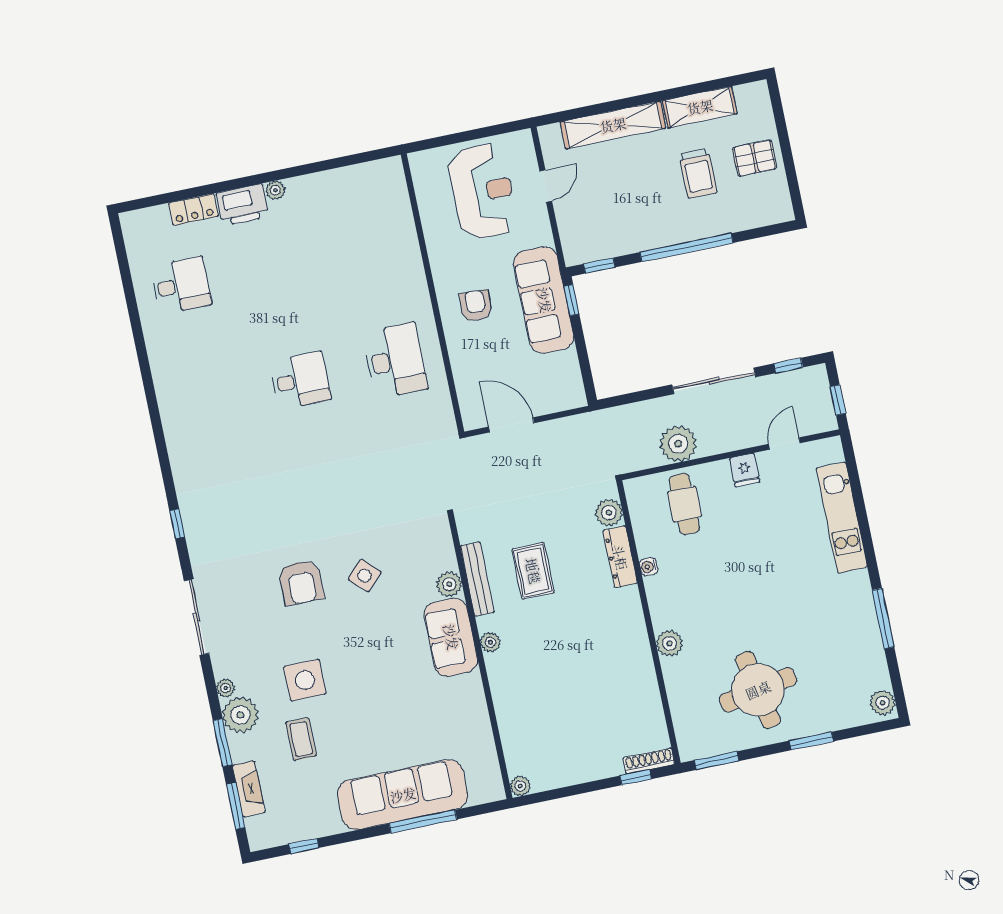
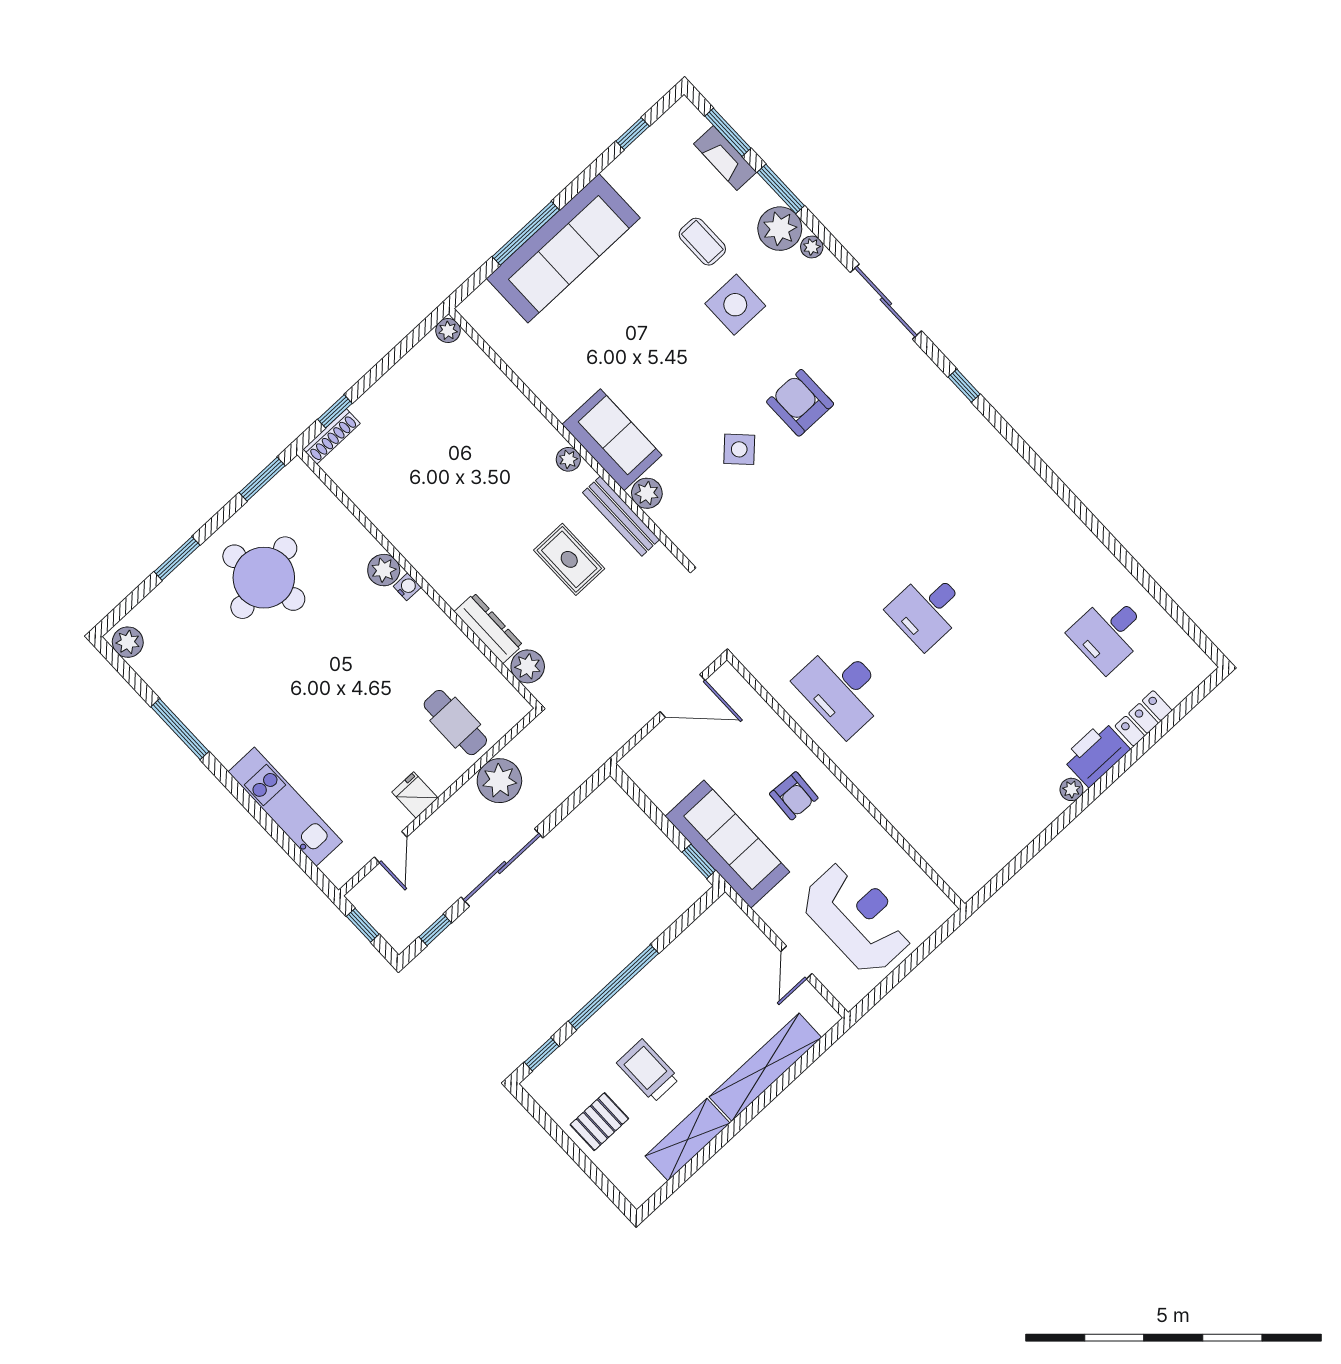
reception desk: (483, 192) -> (858, 917), turned 180
window: (599, 266) -> (542, 1054), moved
water cooler: (649, 567) -> (407, 587), moved

